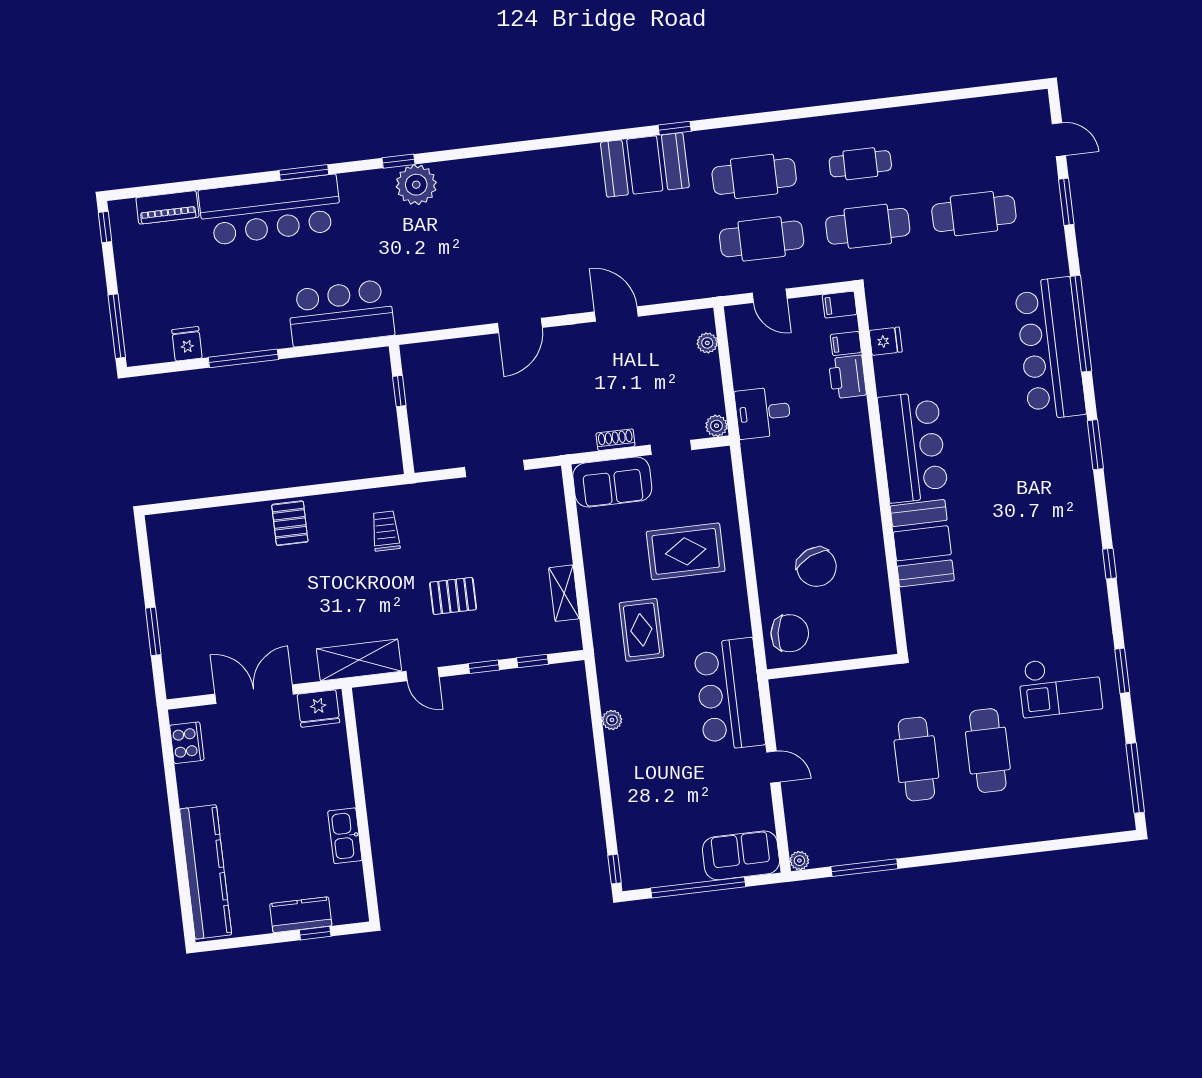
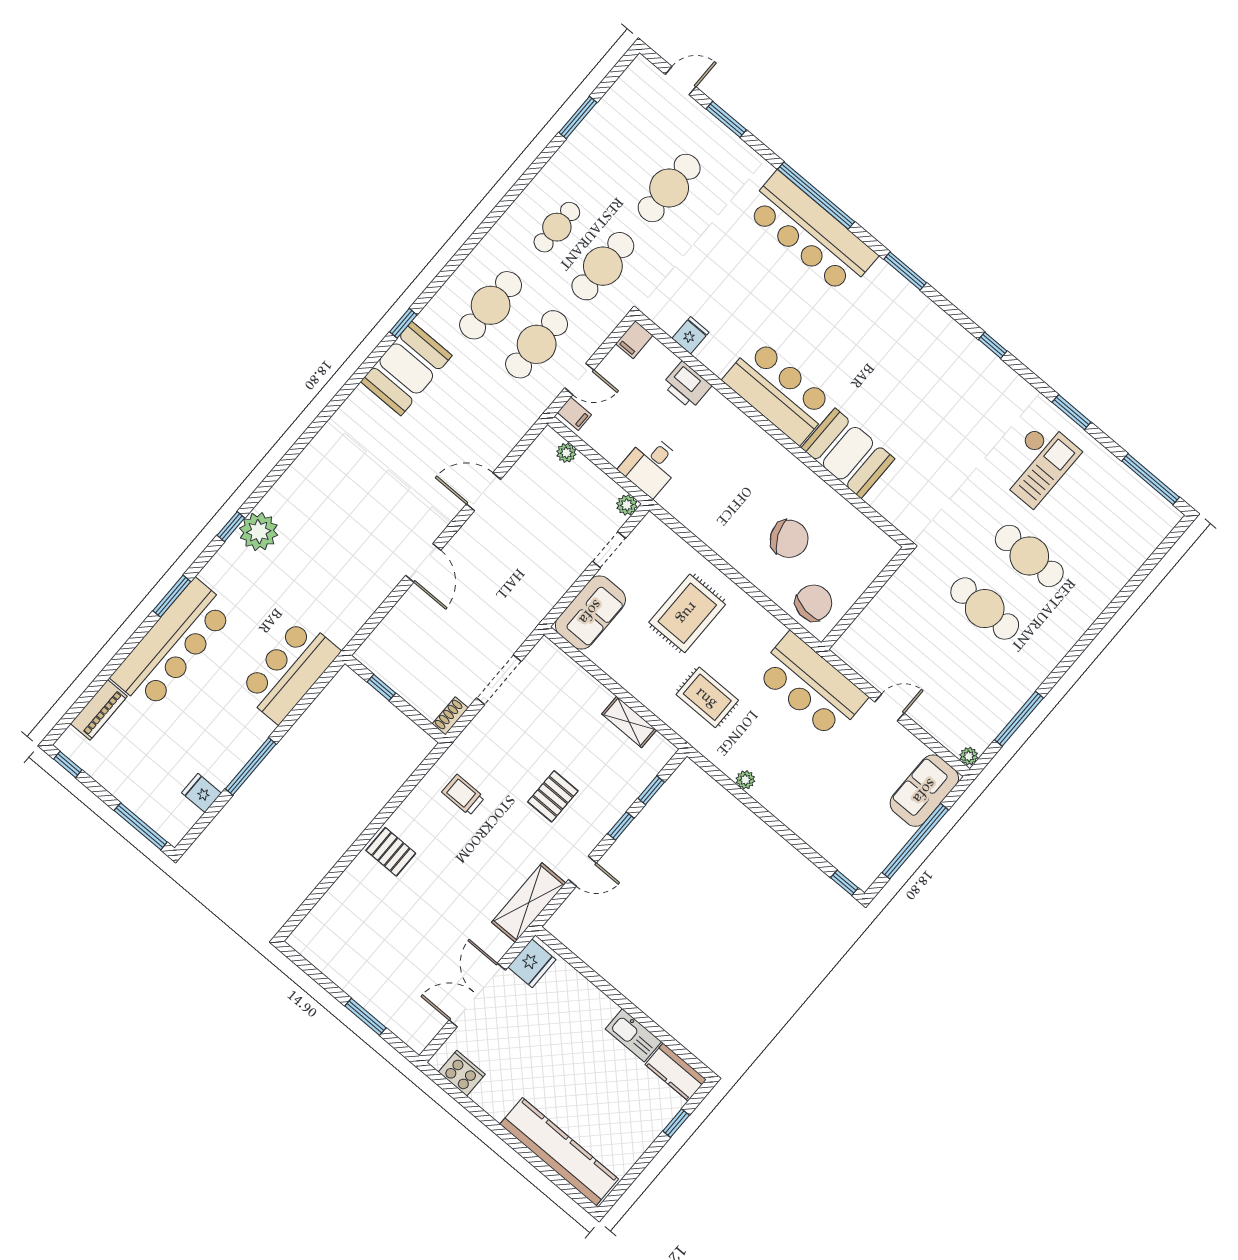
window: (954, 95) -> (578, 117), added
filing cabinet: (846, 344) -> (574, 414), moved, turned -90
shoe rack: (615, 440) -> (450, 716), moved
kitchen counter: (301, 915) -> (676, 1072), moved, turned -90

